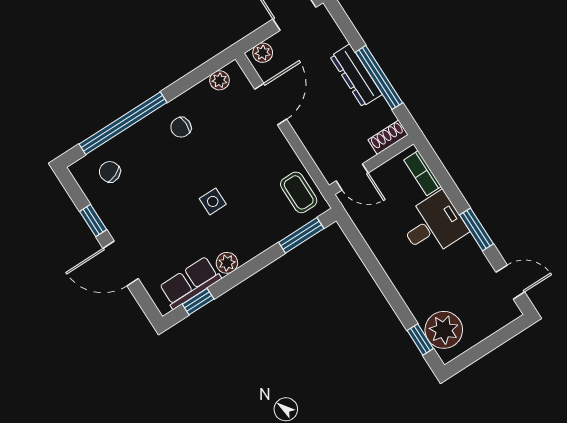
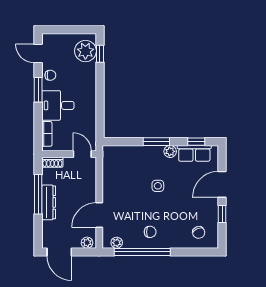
window: (123, 123) -> (142, 252), moved
coffee table: (299, 192) -> (113, 163), removed
window: (301, 235) -> (156, 142), moved
chair: (472, 262) -> (50, 75), added
door: (121, 263) -> (222, 184), swing flipped

